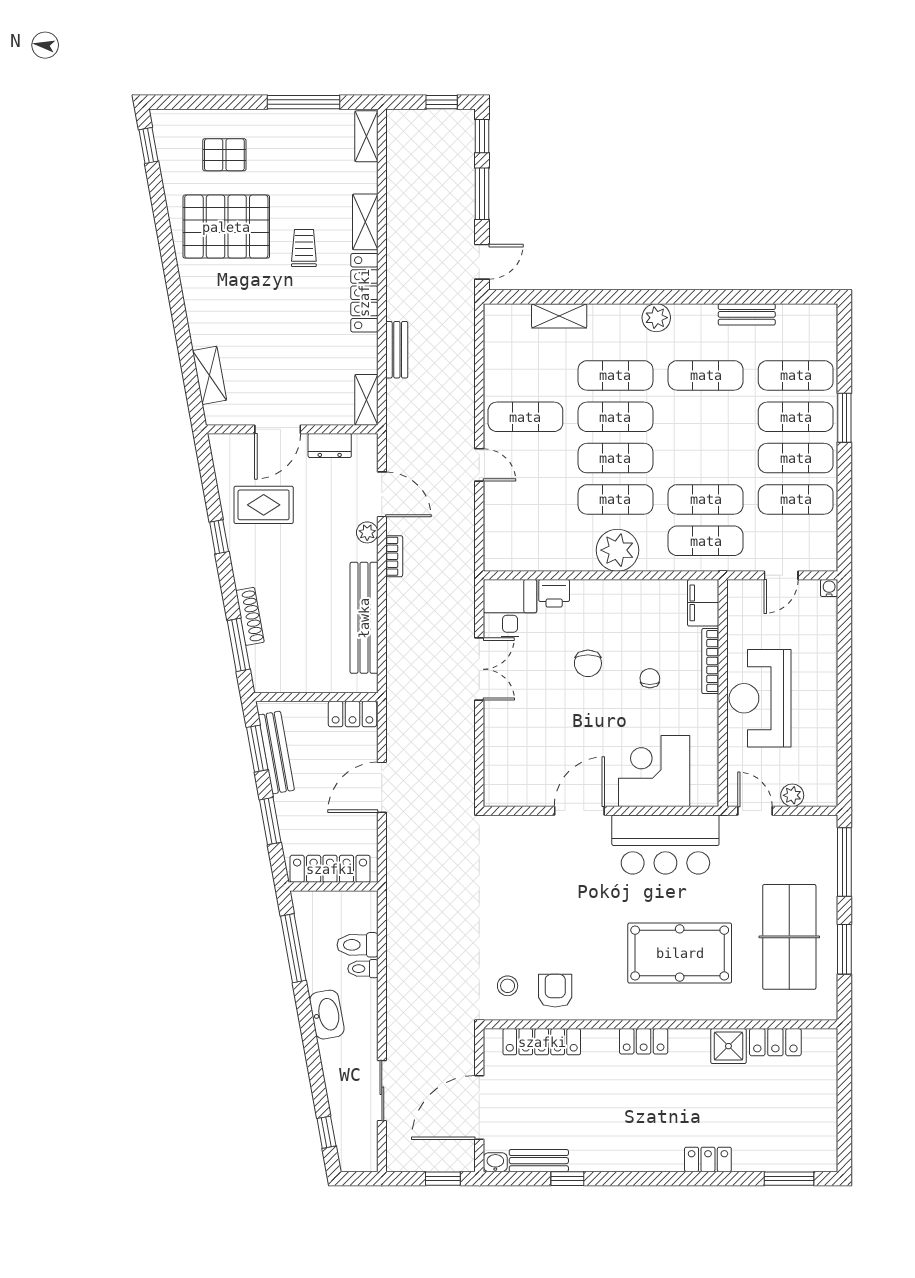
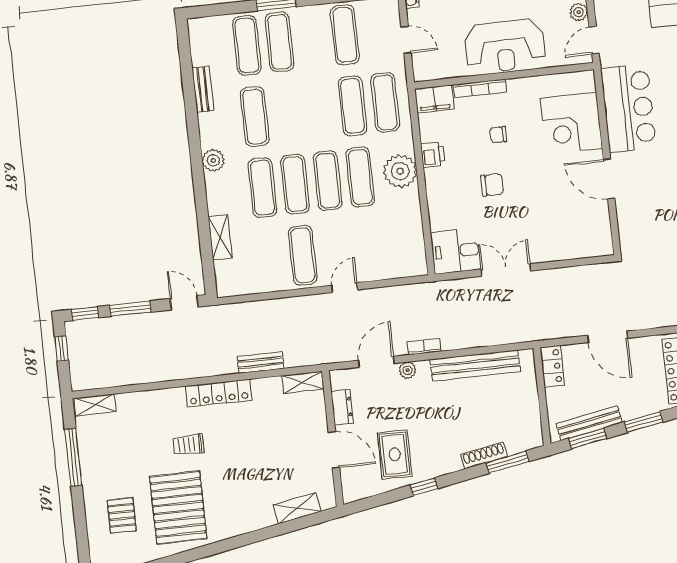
shelving: (365, 222) -> (163, 398), removed
exercise mat: (796, 458) -> (312, 38), removed
printer: (554, 593) -> (433, 155), moved

